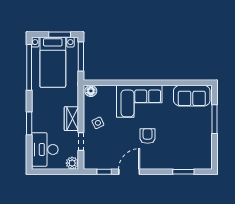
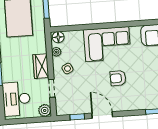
plant: (88, 105) -> (56, 52), added
armchair: (148, 136) -> (118, 78), turned -92
door: (129, 172) -> (102, 115), hinge flipped

